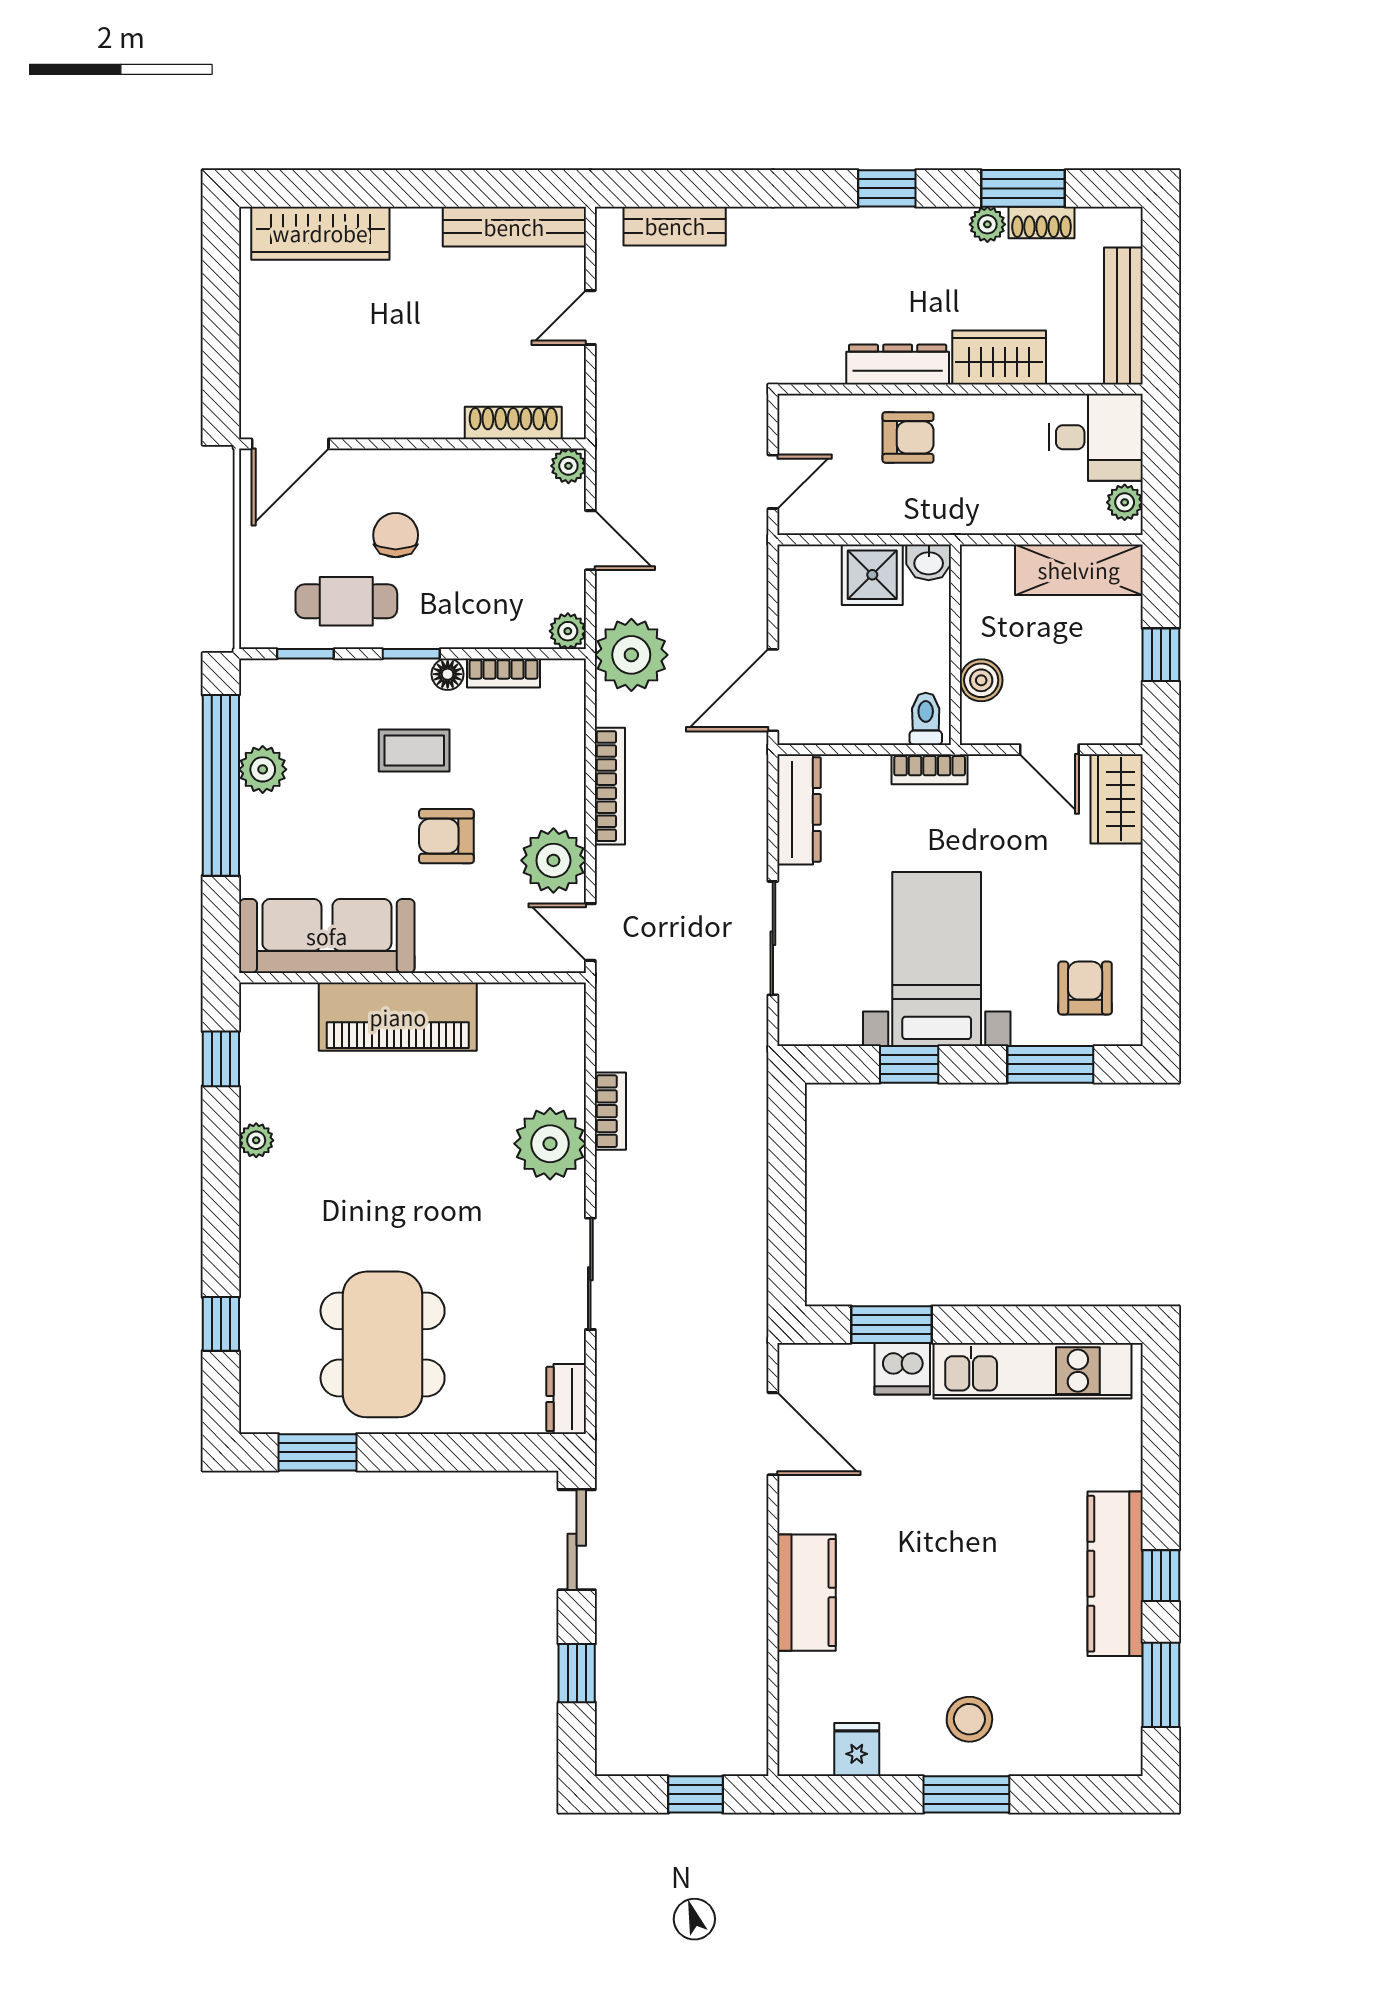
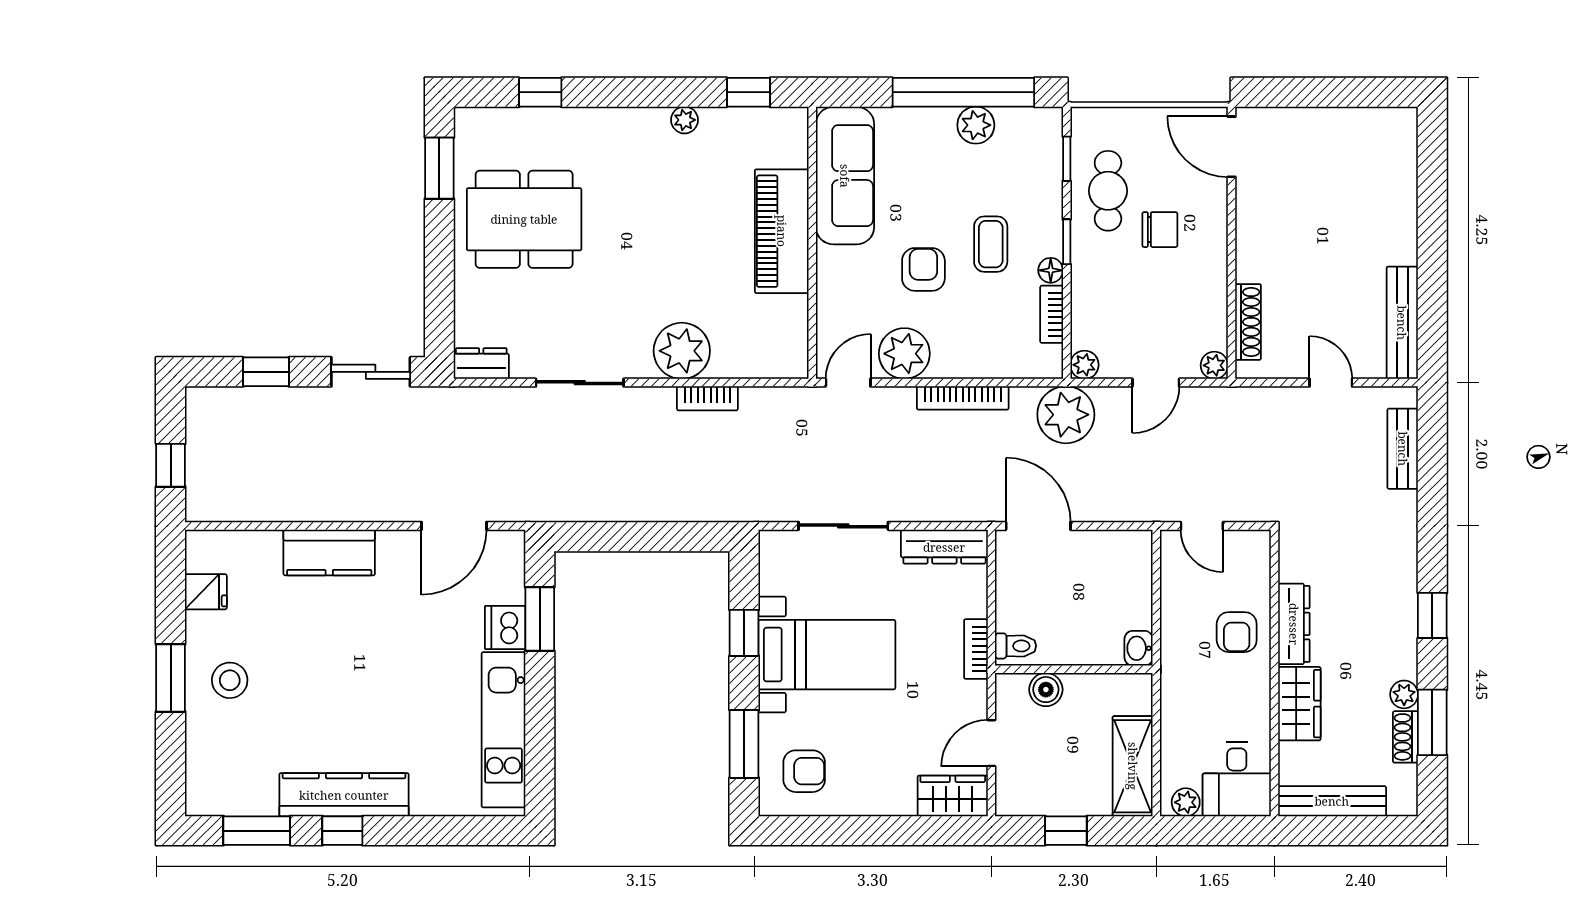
wardrobe: (320, 233) -> (1397, 170), removed
shower: (872, 575) -> (1129, 604), removed

